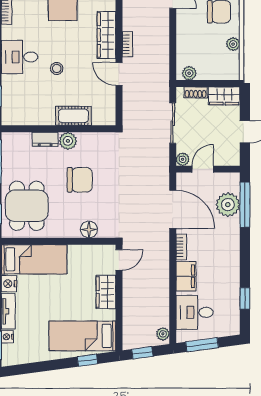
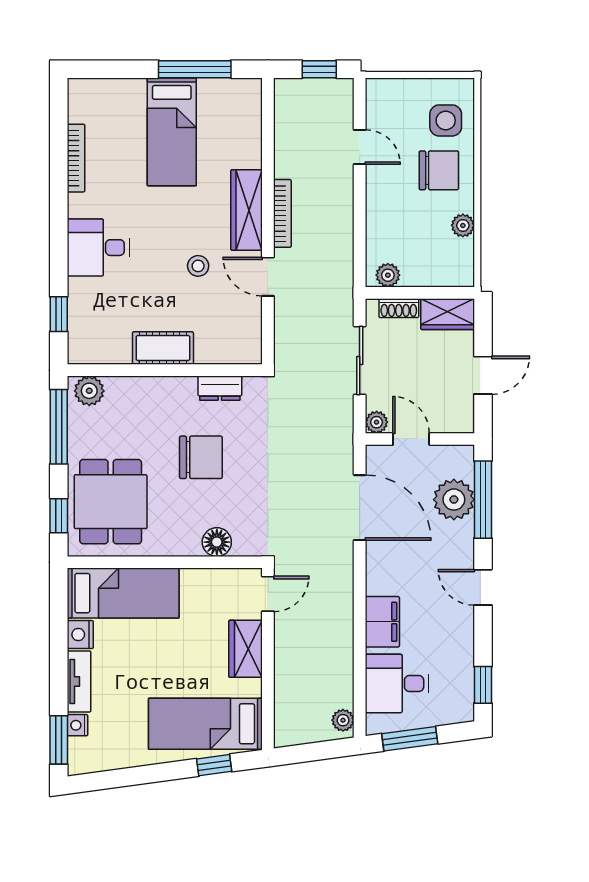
bookcase: (127, 44) -> (282, 213), width x1.56
stool: (57, 68) -> (198, 266), moved
cot: (73, 116) -> (163, 348), moved
dresser: (45, 139) -> (220, 388), moved
plant: (68, 141) -> (89, 391), moved
door: (203, 169) -> (411, 439), hinge flipped
bookcase: (181, 247) -> (374, 572), removed
door: (245, 256) -> (483, 587), added
window: (245, 299) -> (483, 685), moved
window: (142, 353) -> (308, 753), removed

